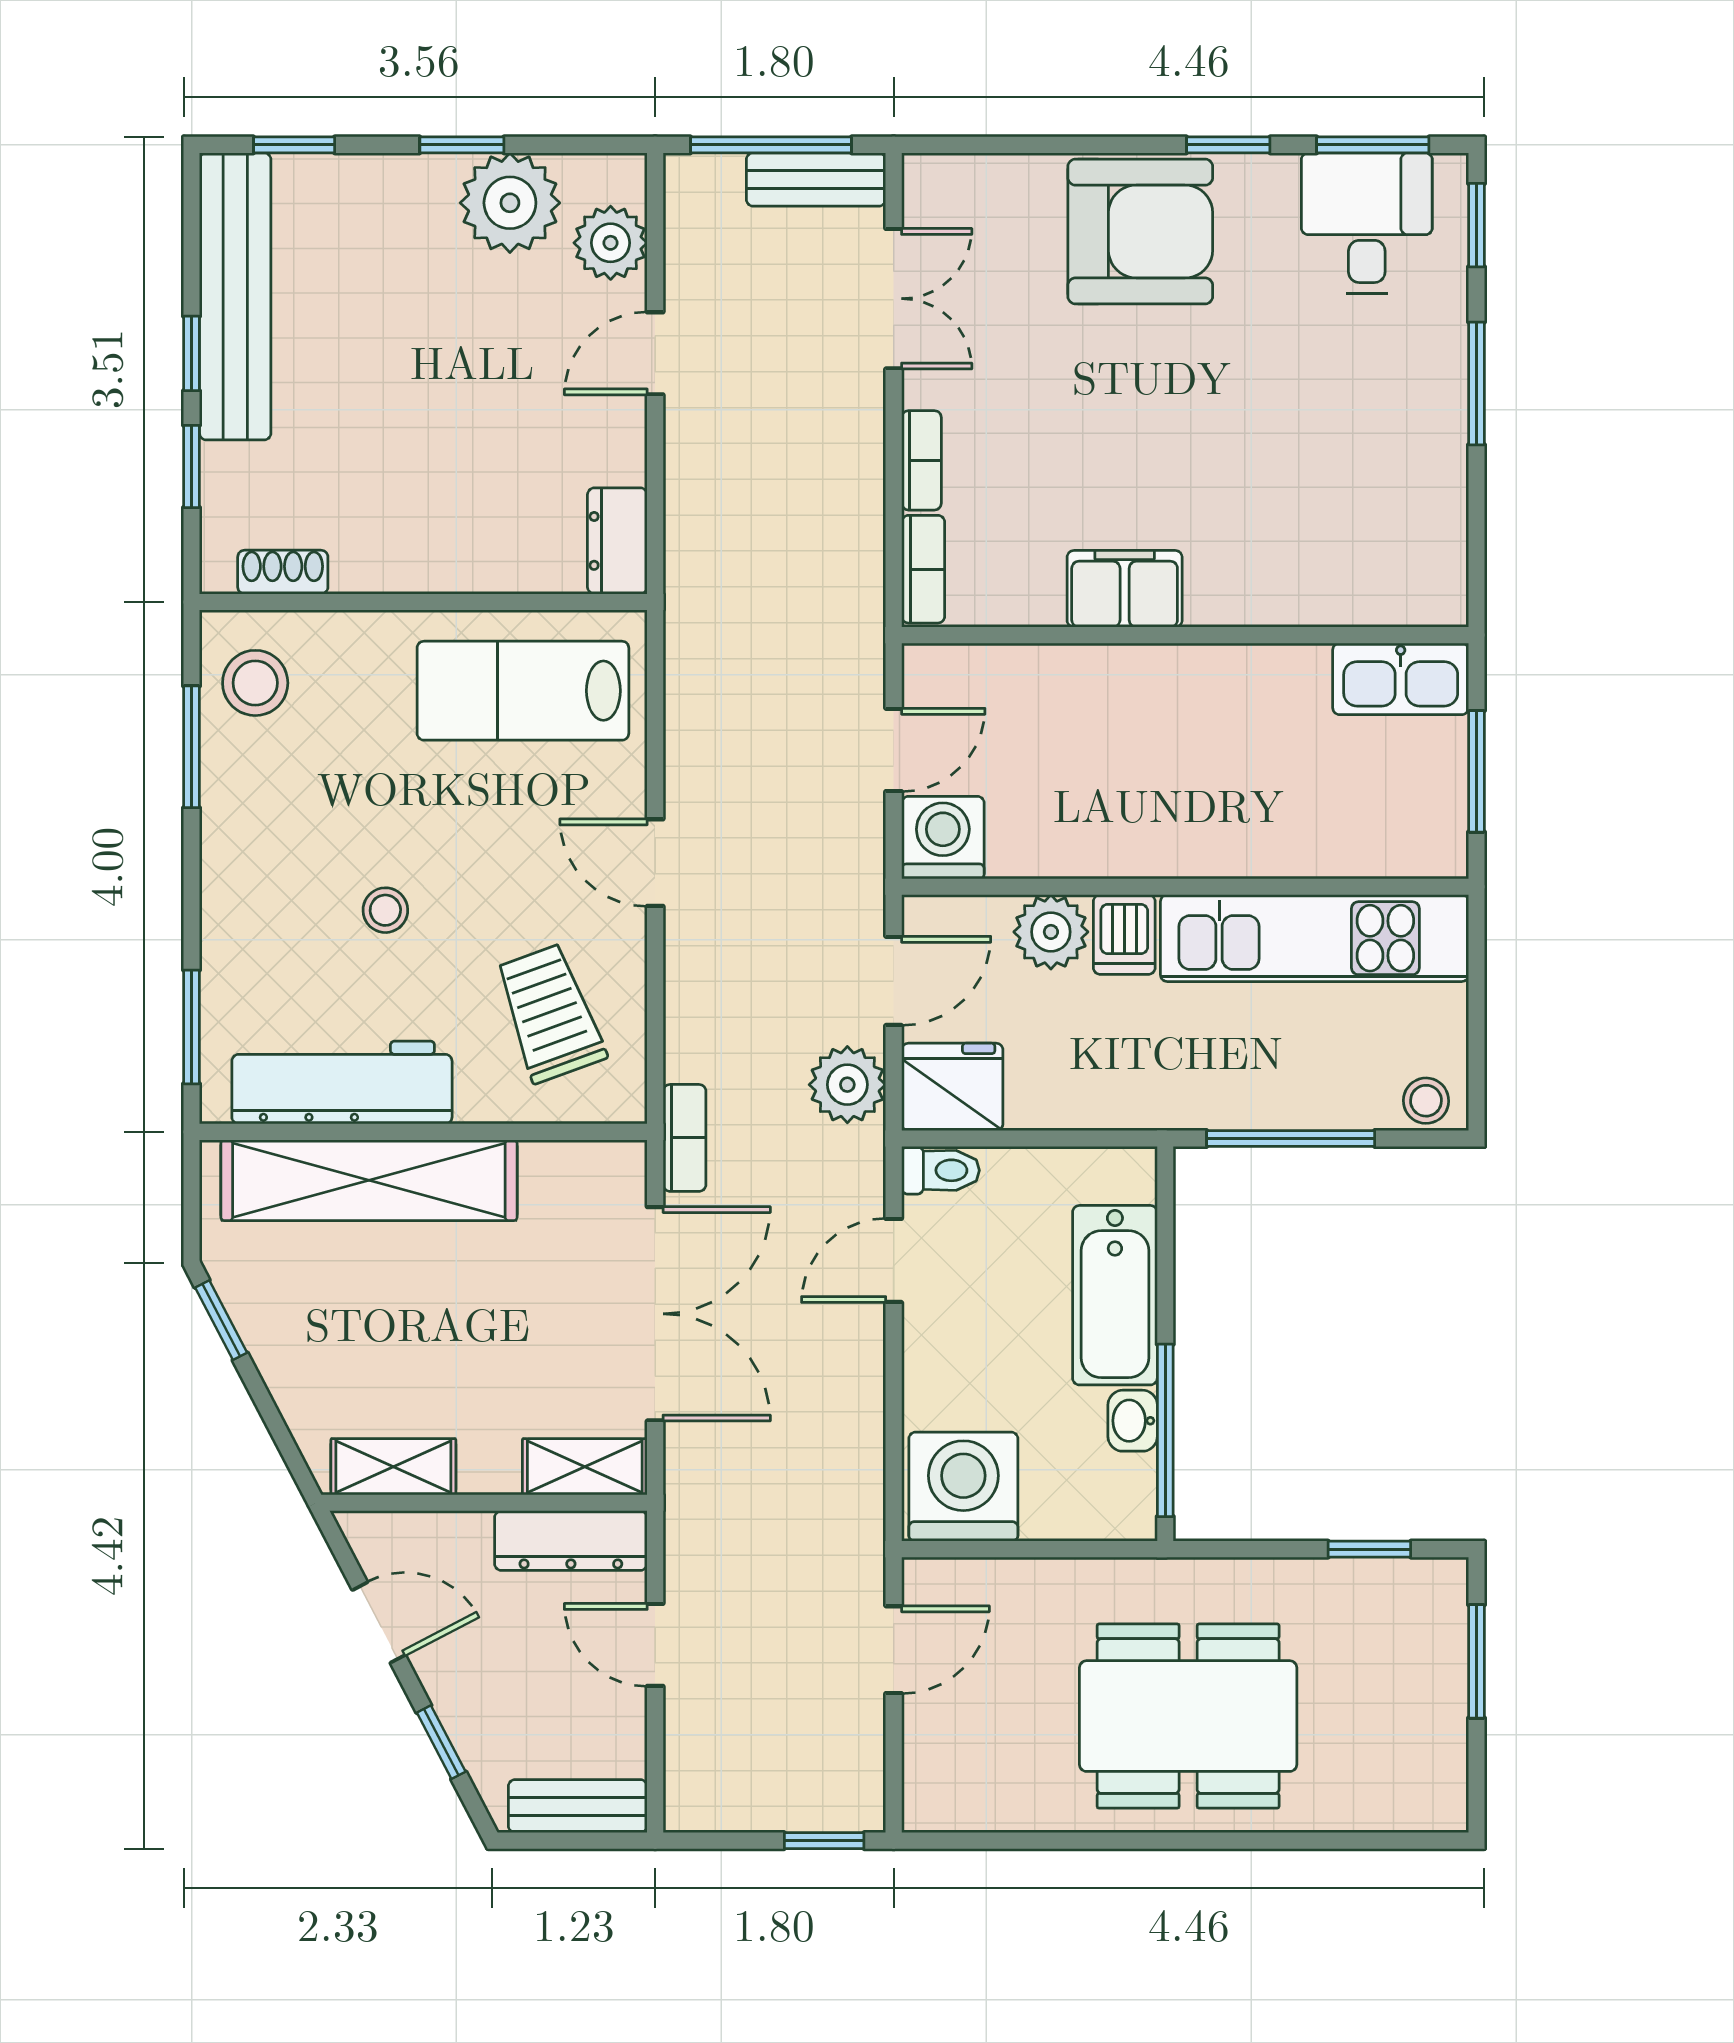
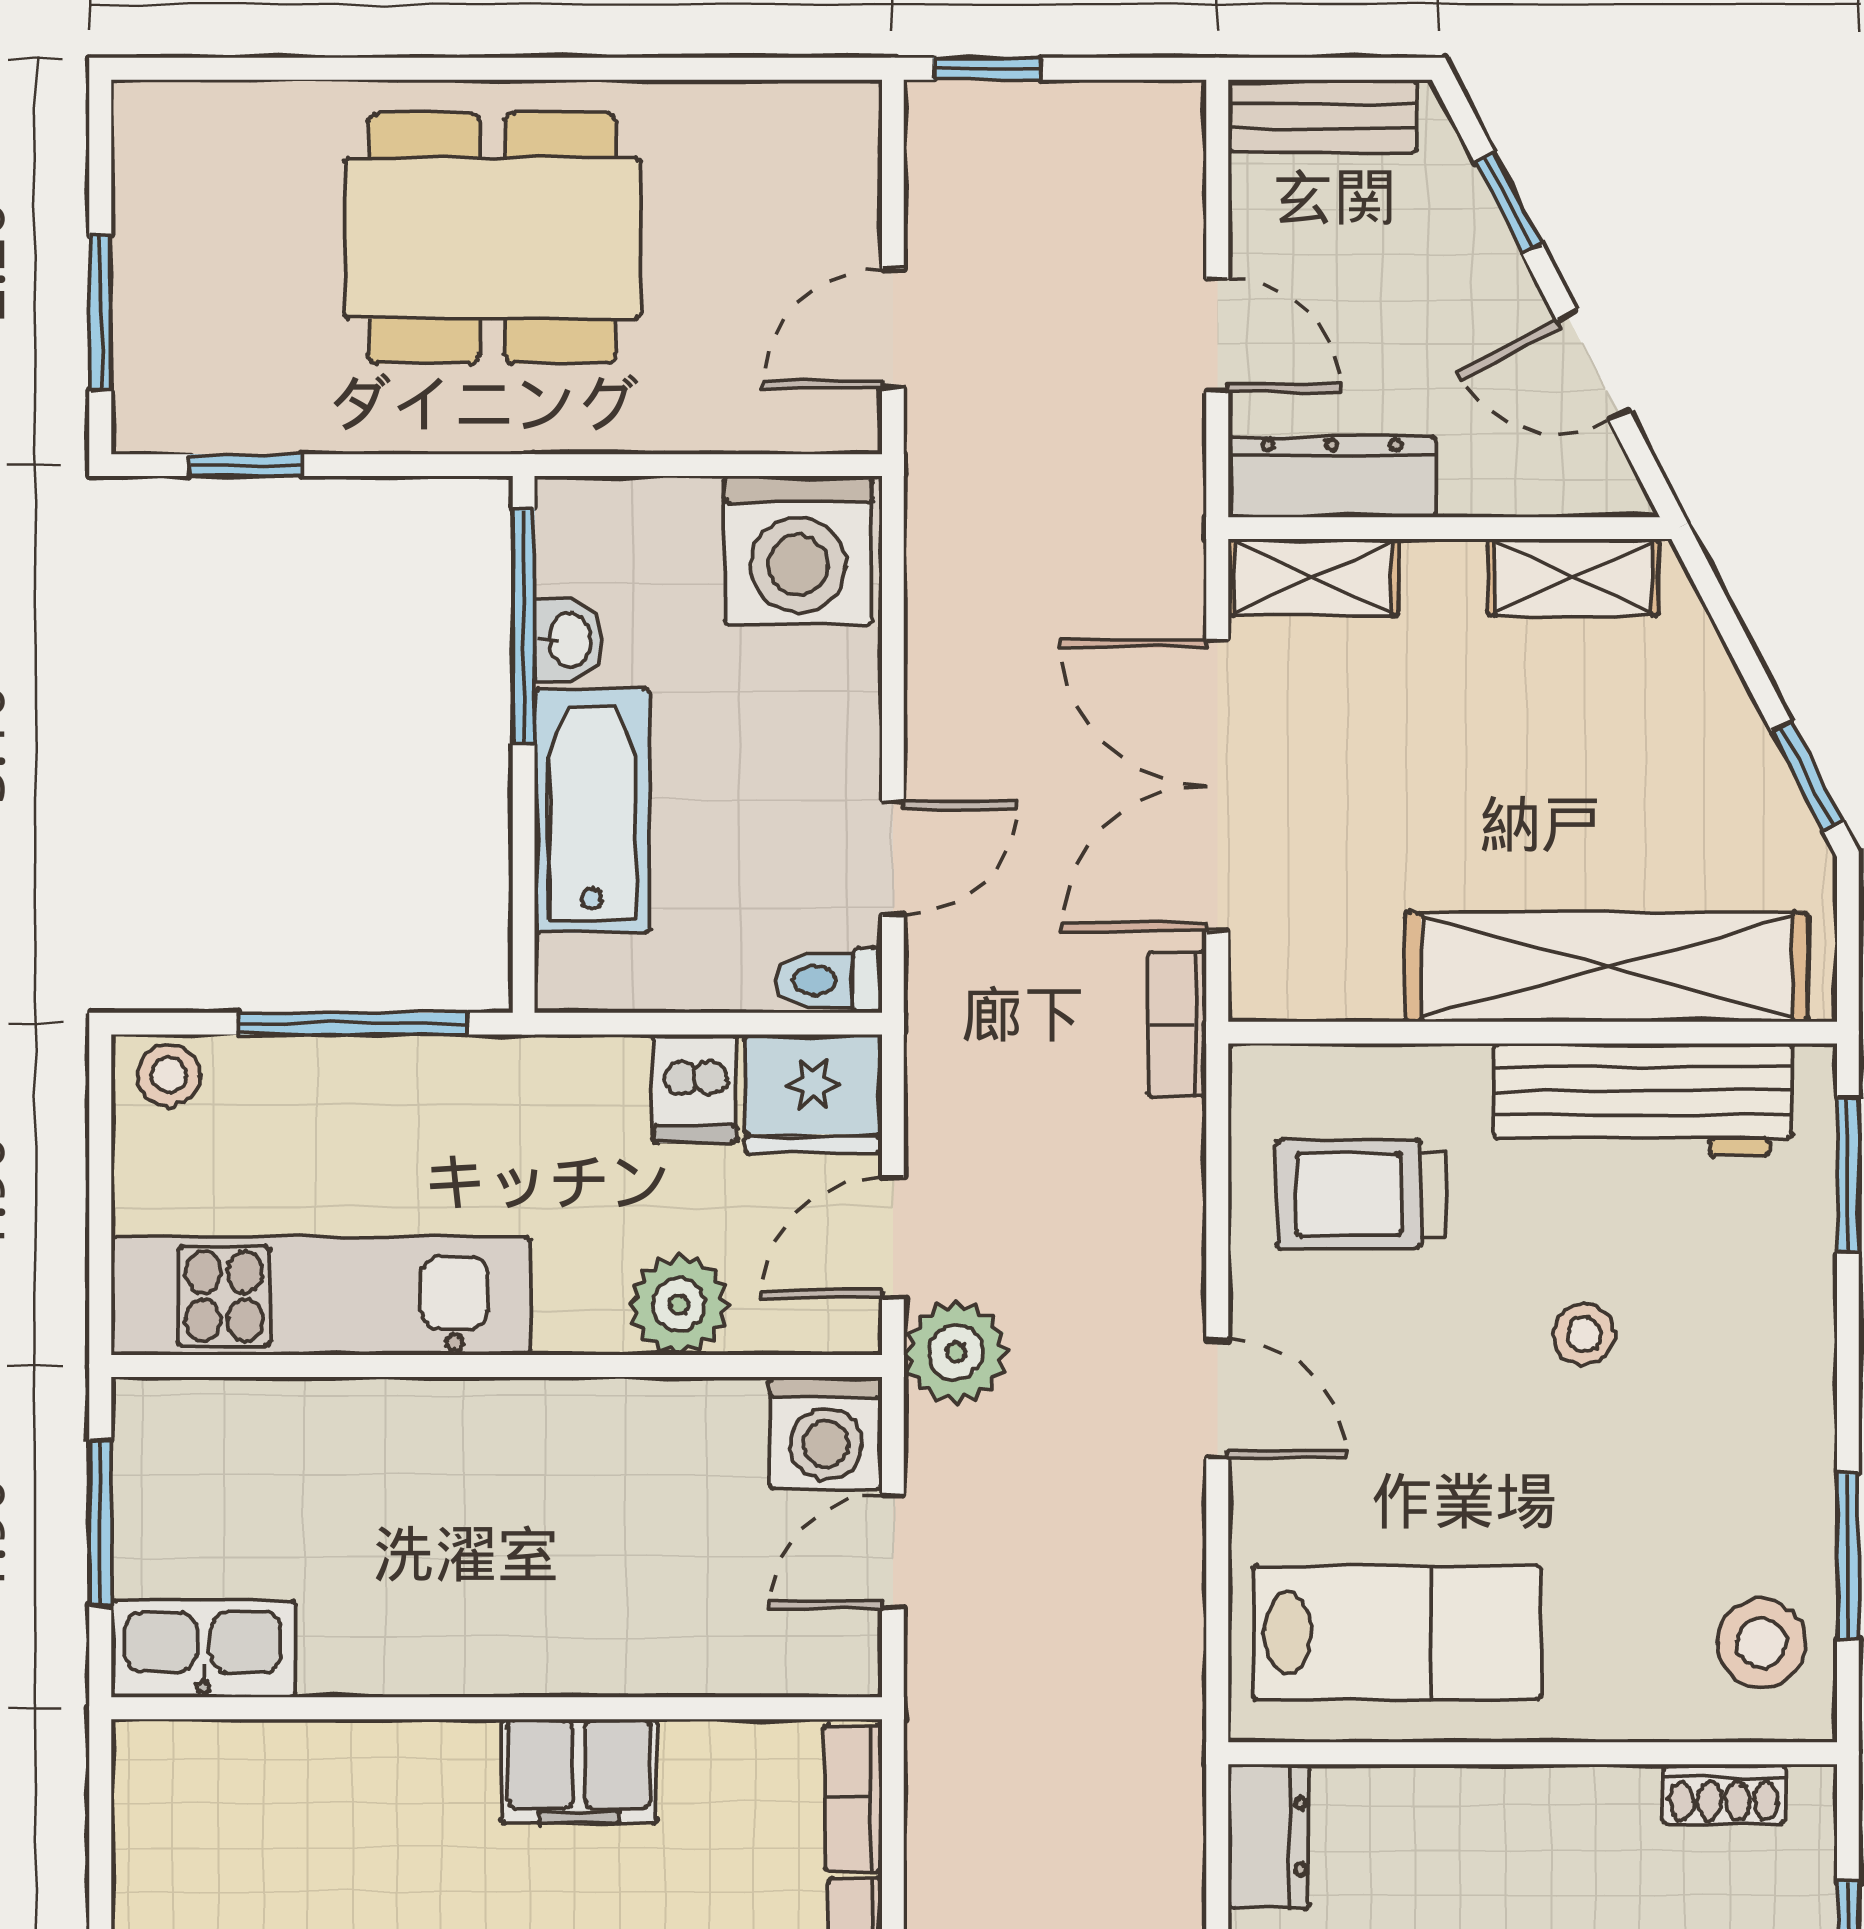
dishwasher: (1124, 935) -> (695, 1089), moved, turned 180
trolley: (550, 1013) -> (1360, 1194), turned 110
plant: (847, 1085) -> (956, 1352), moved

